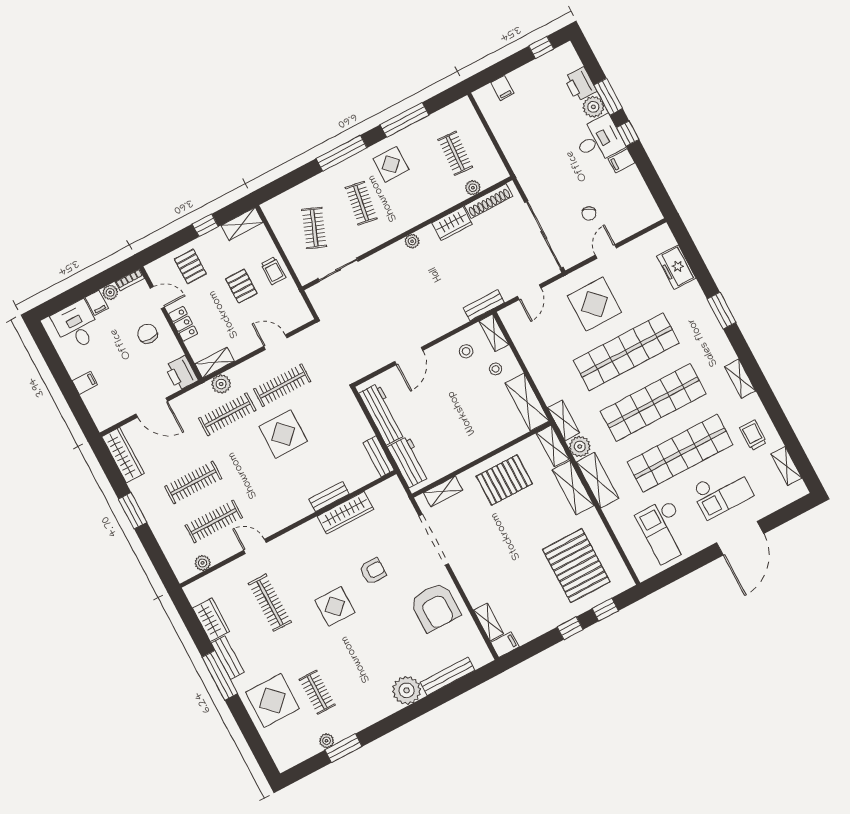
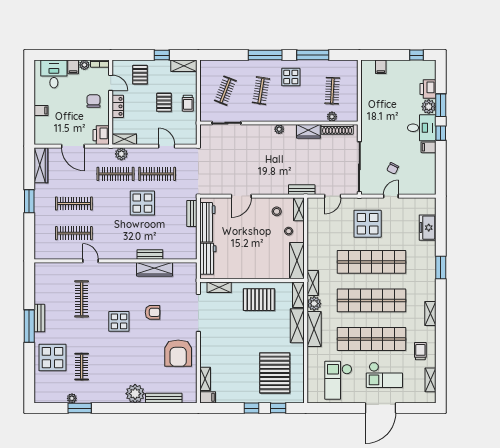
bench: (379, 456) -> (192, 214), moved
plant: (203, 563) -> (54, 254), removed
wardrobe: (211, 620) -> (41, 290), removed

